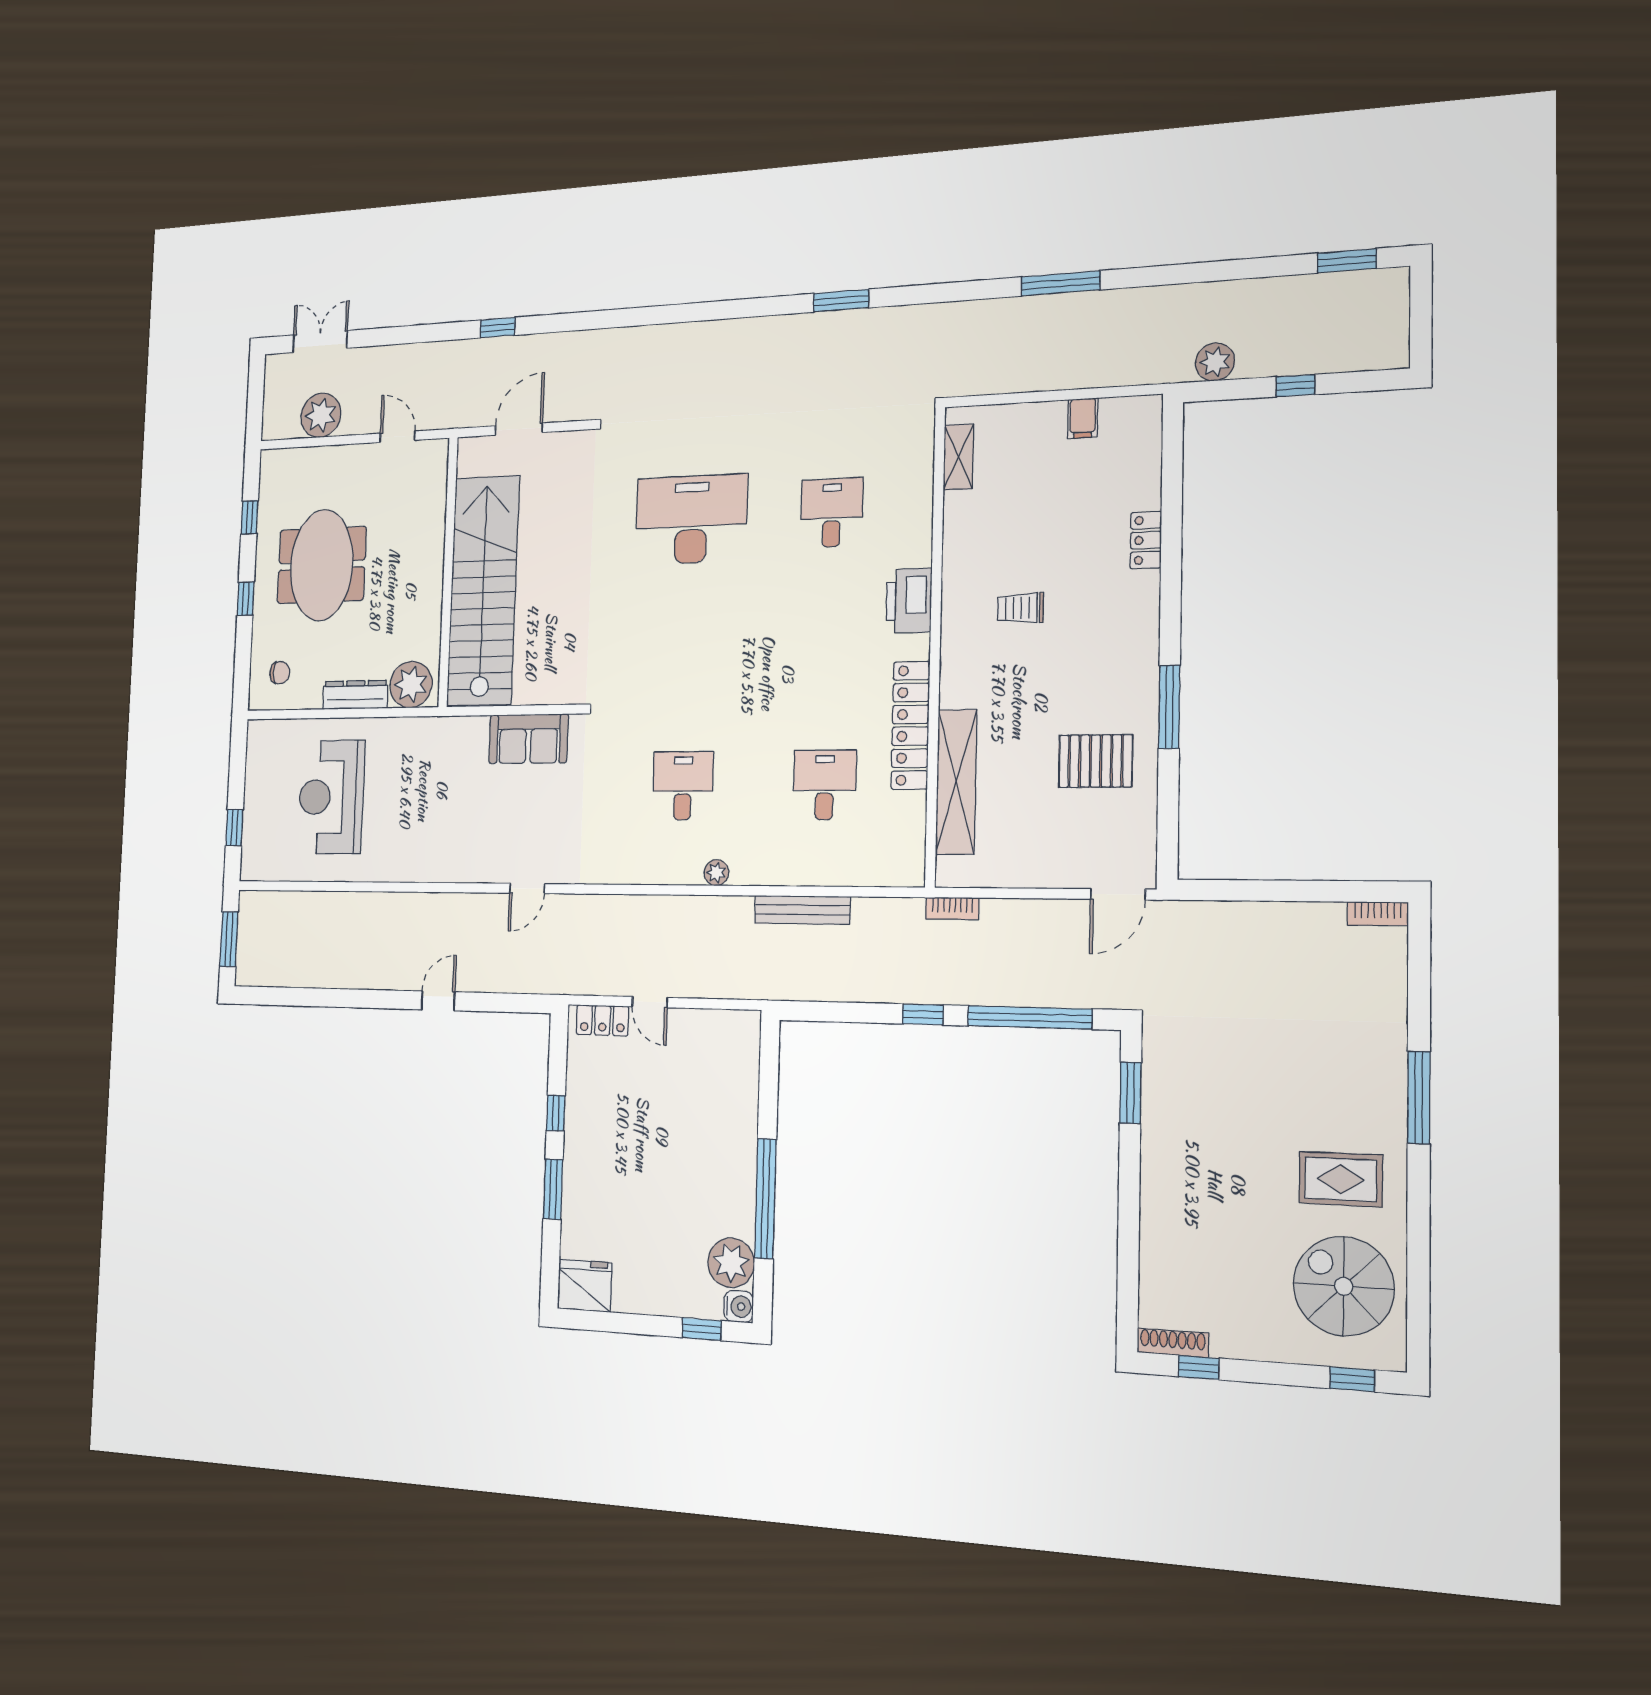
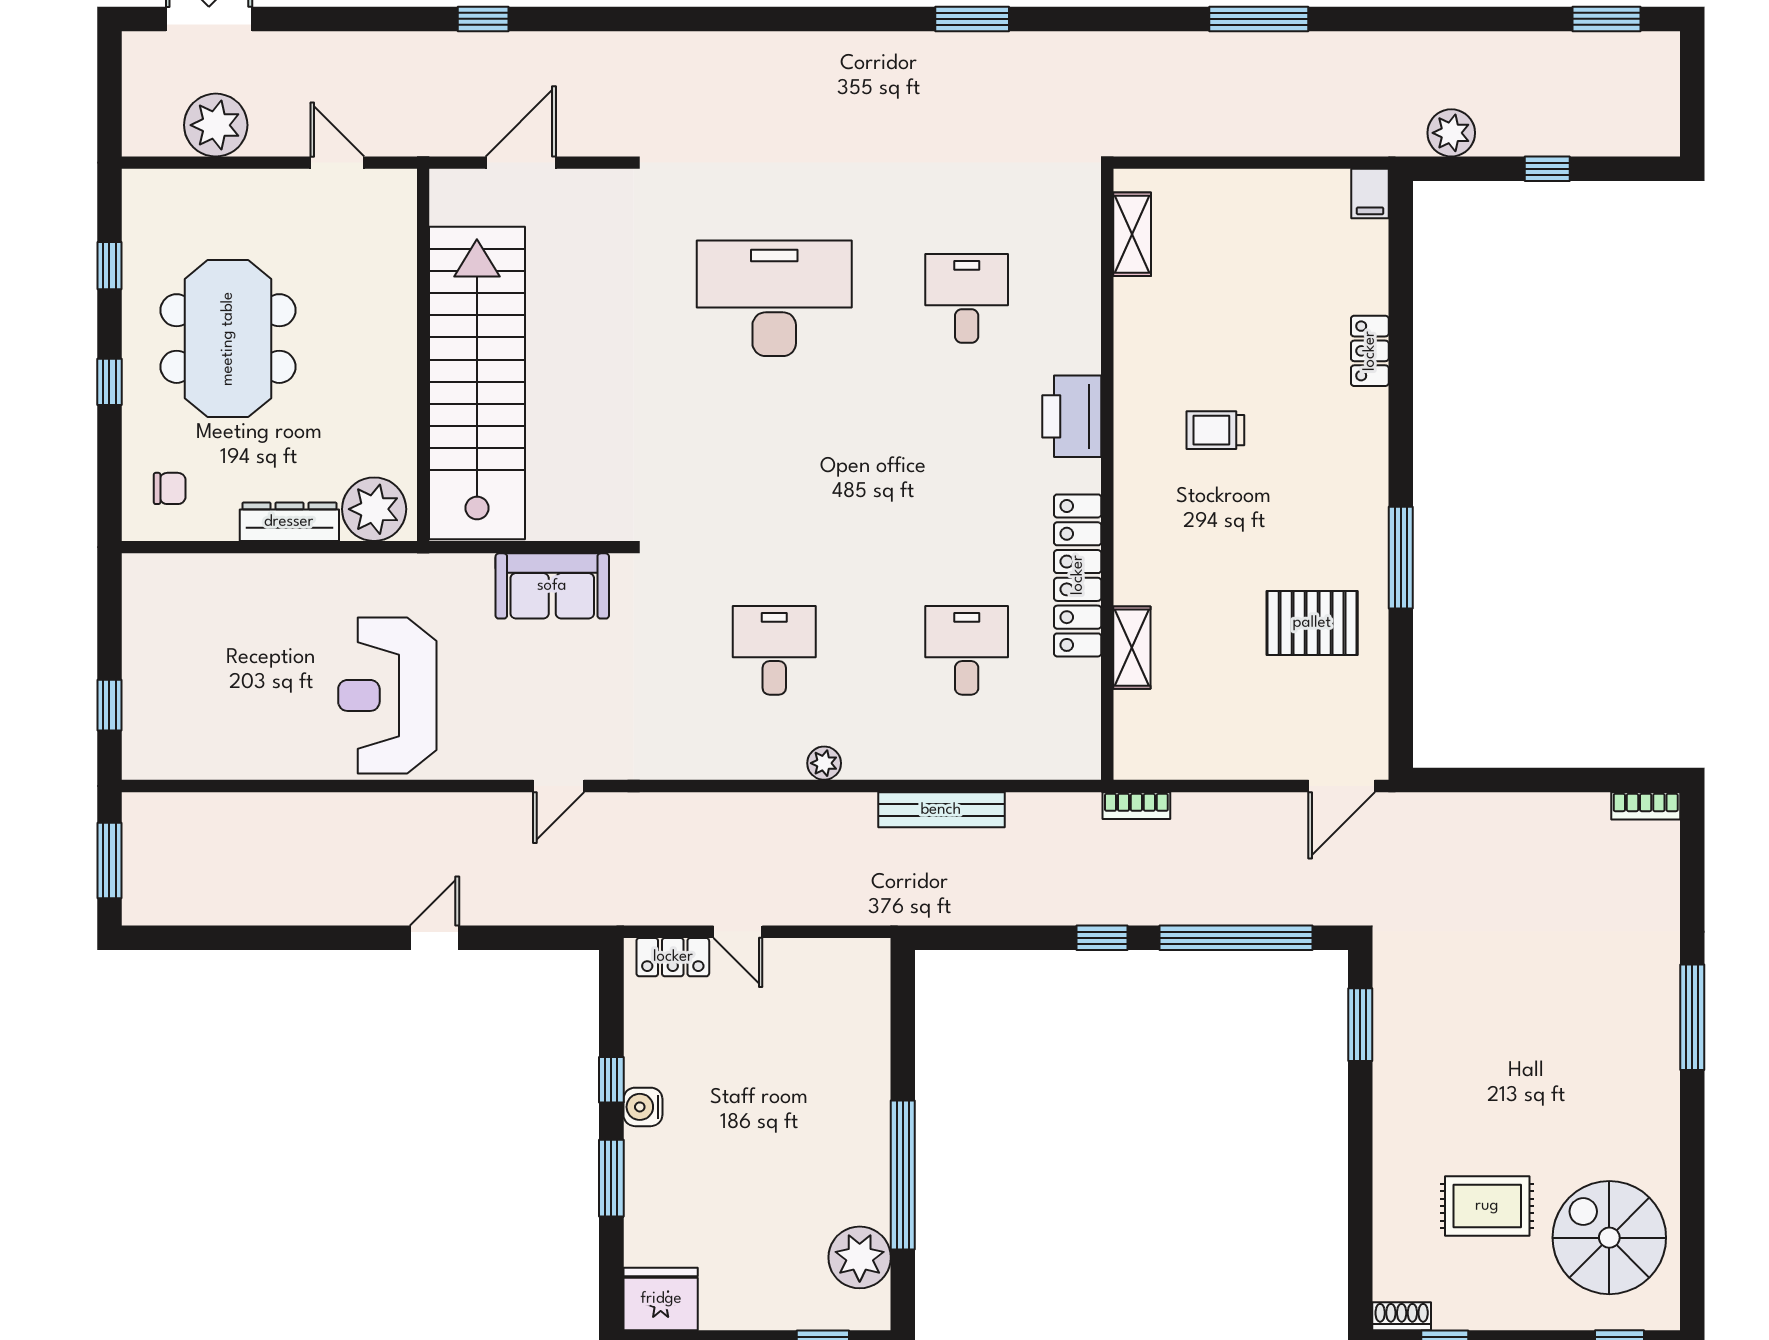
filing cabinet: (1083, 418) -> (1370, 194), moved
shelving: (956, 782) -> (1132, 648), width x0.45, depth x0.75
reception desk: (331, 797) -> (387, 695), moved
rug: (1341, 1179) -> (1487, 1206), moved
water cooler: (739, 1306) -> (643, 1107), moved, turned 180
shoe rack: (1173, 1343) -> (1402, 1316), width x0.70

